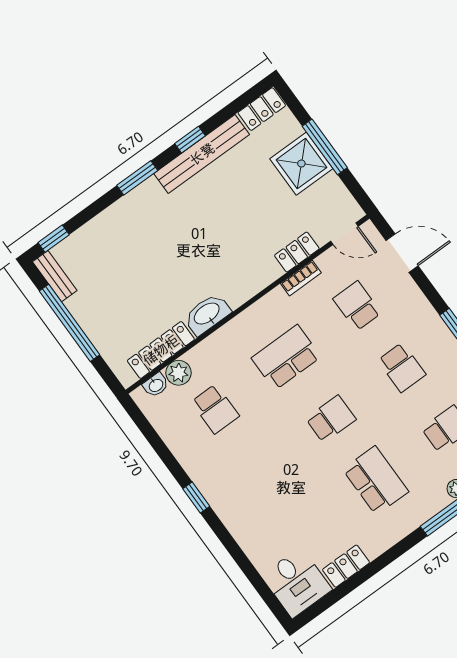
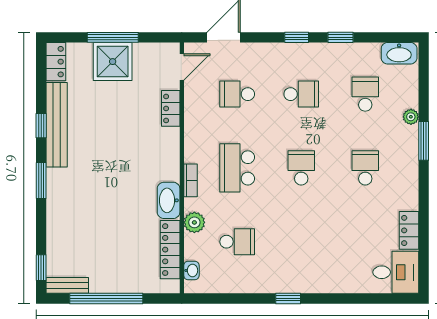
bookcase: (301, 278) -> (190, 180), moved
plant: (179, 373) -> (194, 222), moved
school desk: (376, 480) -> (365, 168), width x0.54

